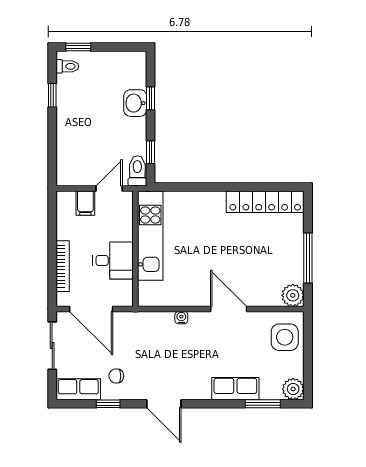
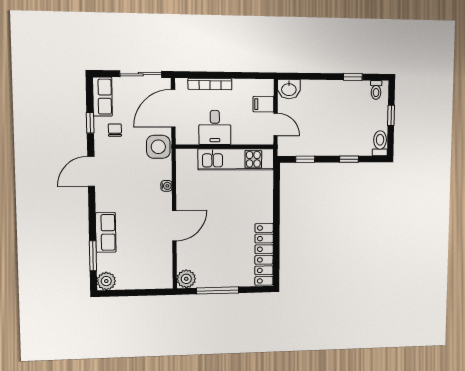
window: (78, 47) -> (391, 115), moved
washbasin: (135, 103) -> (289, 89), moved, turned 180
toilet: (137, 171) -> (380, 143), moved, turned -90
side table: (285, 337) -> (158, 147), moved

